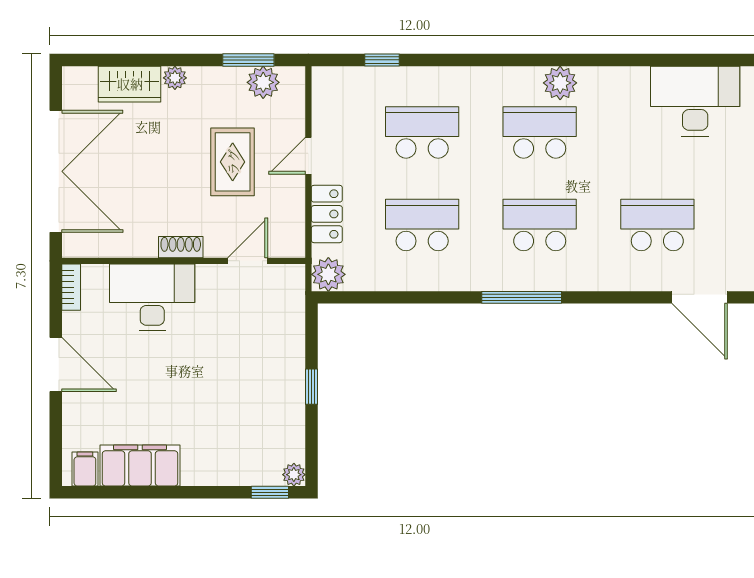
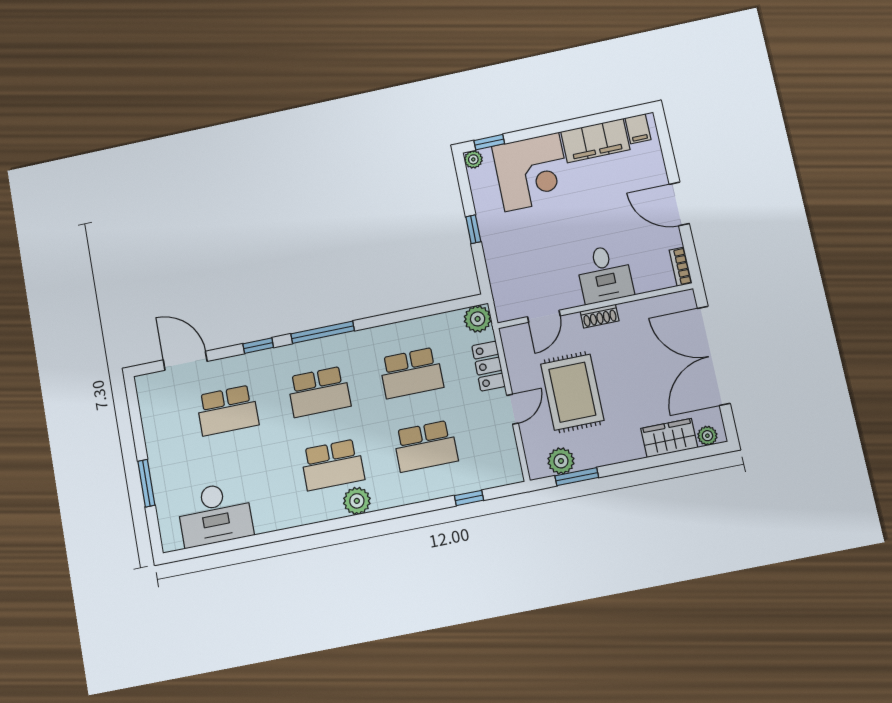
plant: (175, 78) -> (707, 436), moved
plant: (560, 83) -> (357, 501), moved
rug: (233, 162) -> (572, 392), width x1.36, depth x1.43
desk: (152, 297) -> (605, 274), width x0.73
window: (605, 297) -> (258, 346), added
corner desk: (225, 443) -> (532, 172), added

